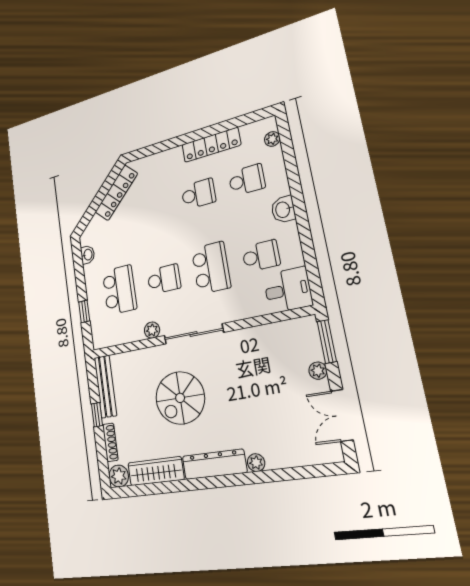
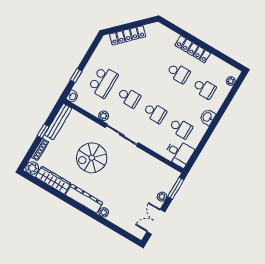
locker: (211, 145) -> (193, 49), moved
locker: (116, 193) -> (128, 35), moved
washbasin: (88, 255) -> (72, 96), moved
school desk: (211, 268) -> (155, 113), width x0.54

